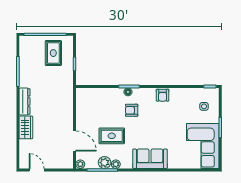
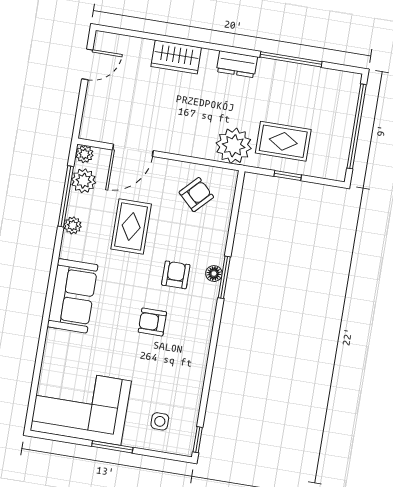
rug: (53, 53) -> (283, 141), moved
plant: (64, 92) -> (234, 146), added
armchair: (163, 95) -> (152, 322), moved
dresser: (25, 101) -> (237, 64), width x0.70
armchair: (91, 107) -> (196, 195), added
plant: (104, 163) -> (84, 181), moved

